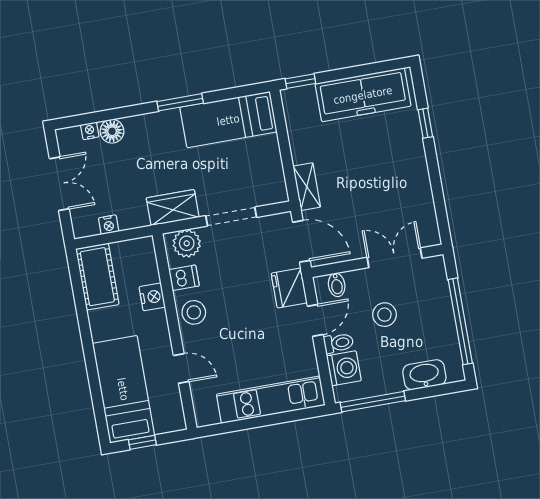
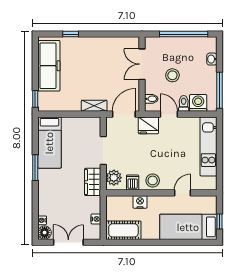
floor lamp: (112, 131) -> (45, 233), moved
washbasin: (424, 375) -> (212, 59), width x0.52, depth x0.69

